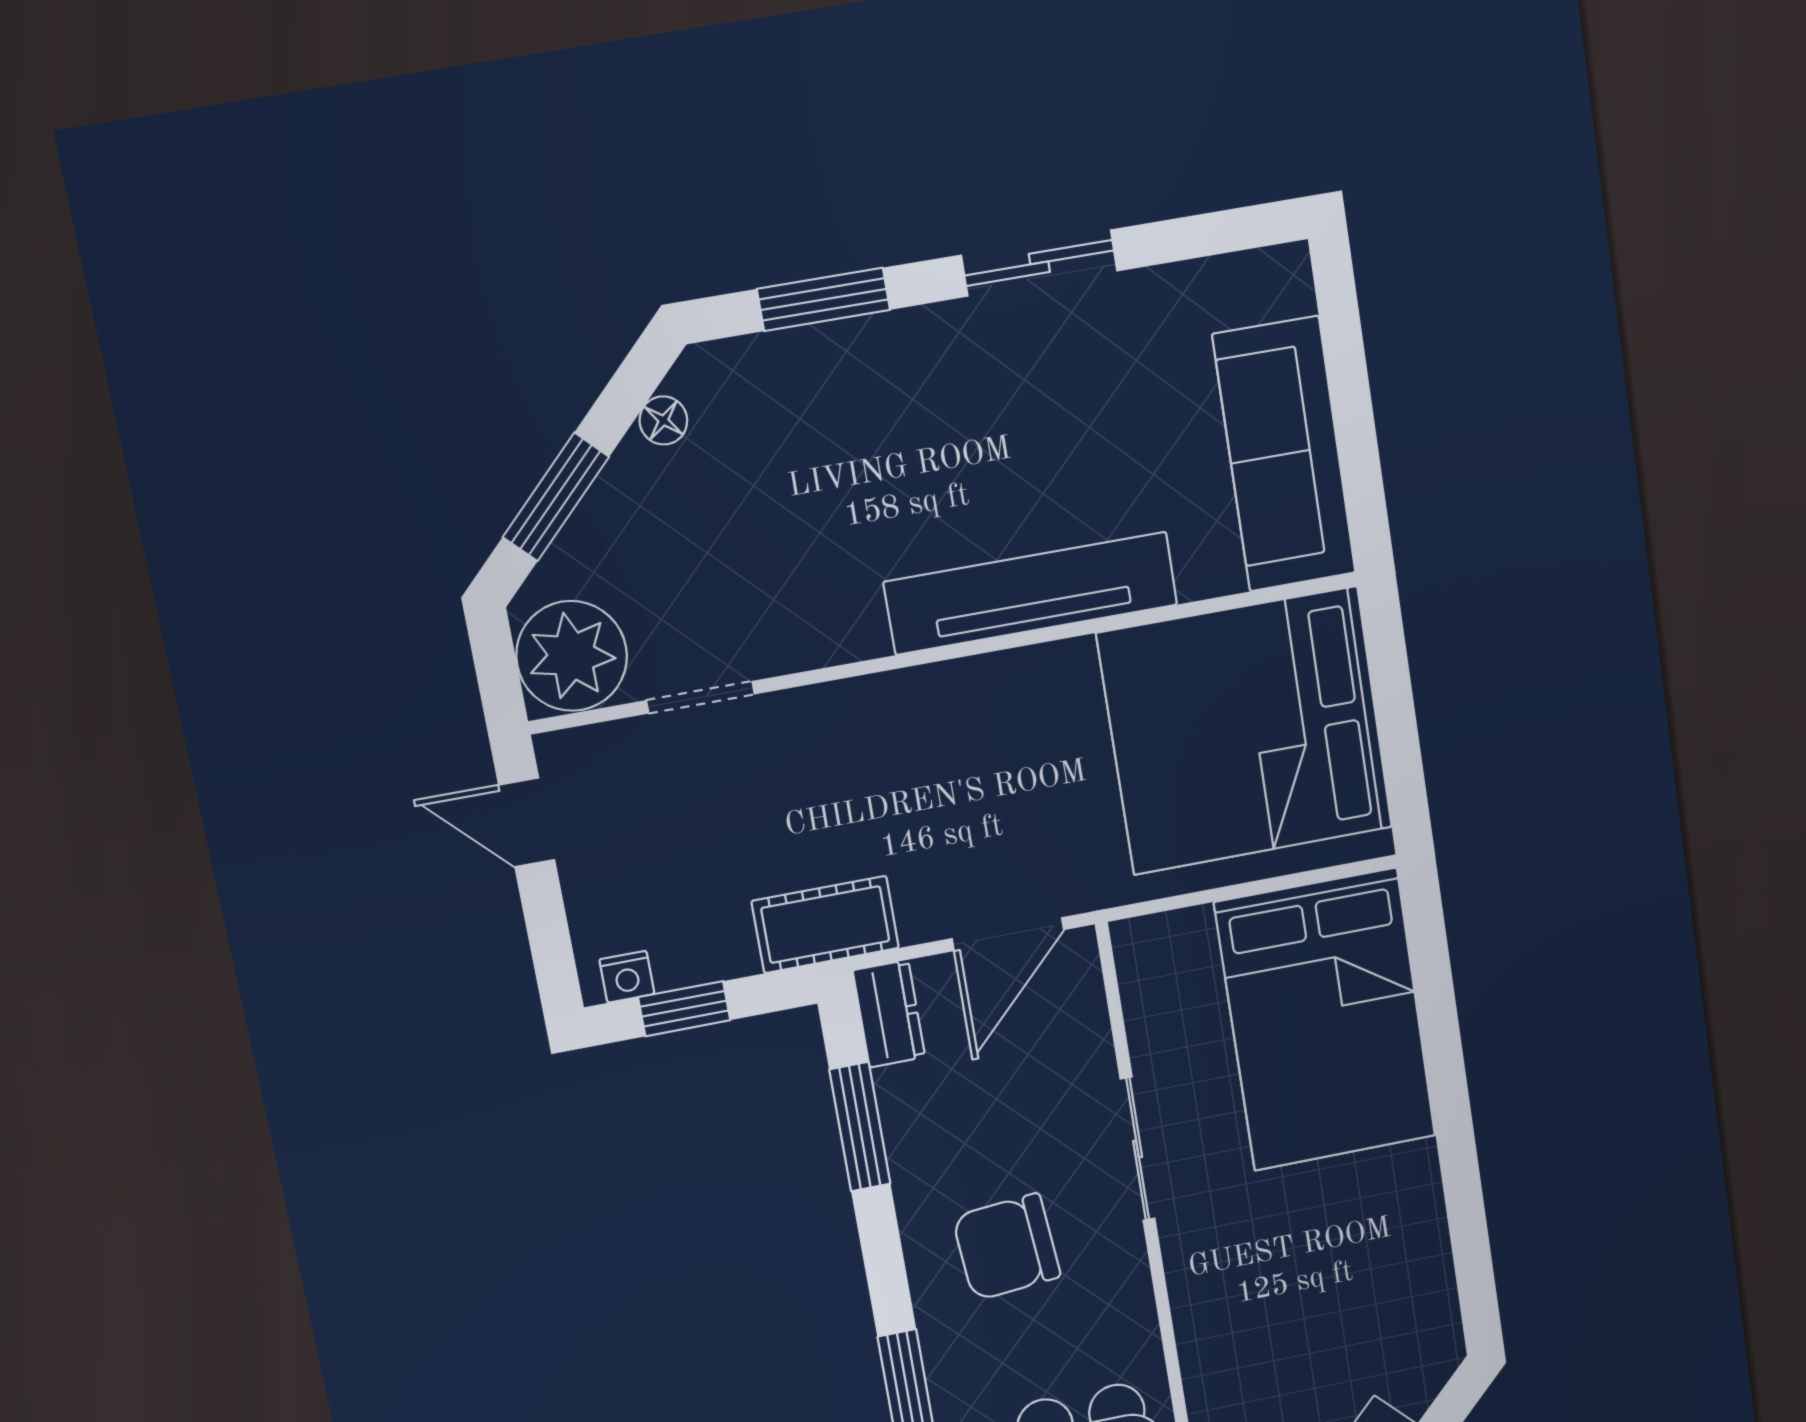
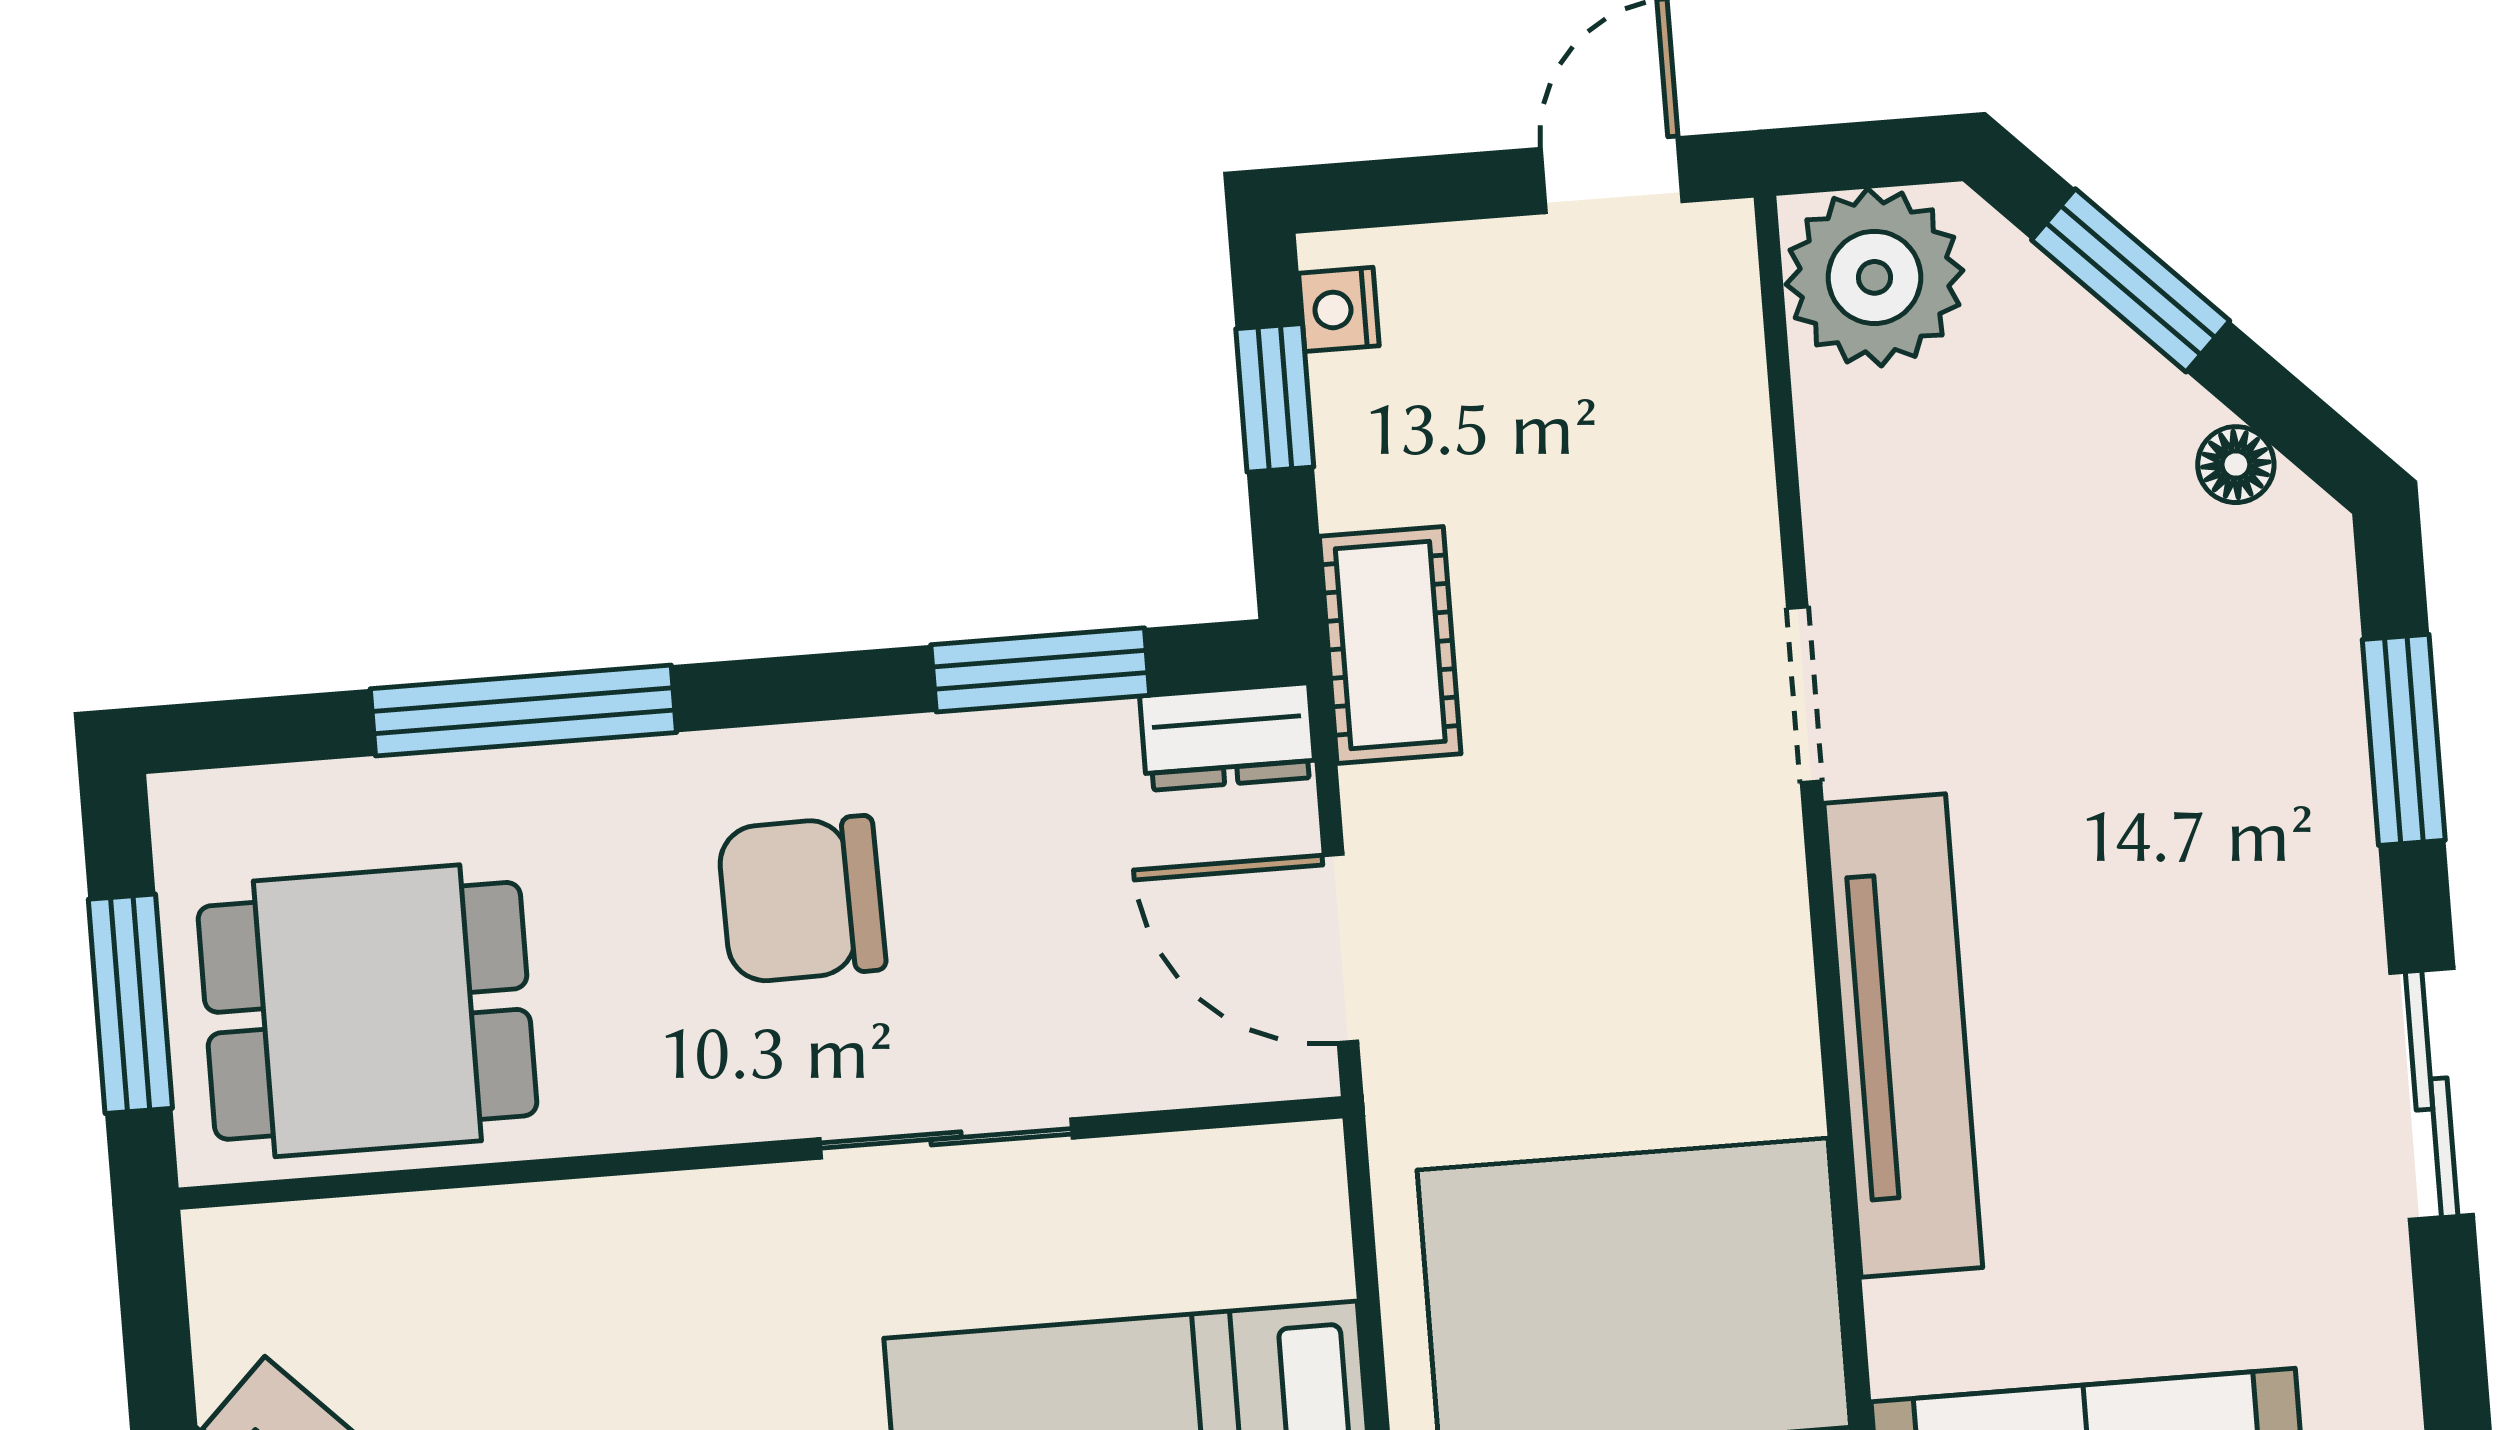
doorway: (701, 697) -> (1804, 695), moved
chair: (1006, 1247) -> (802, 899), turned -86

